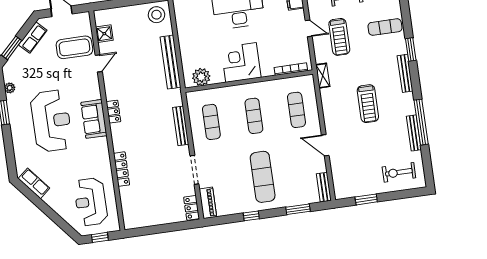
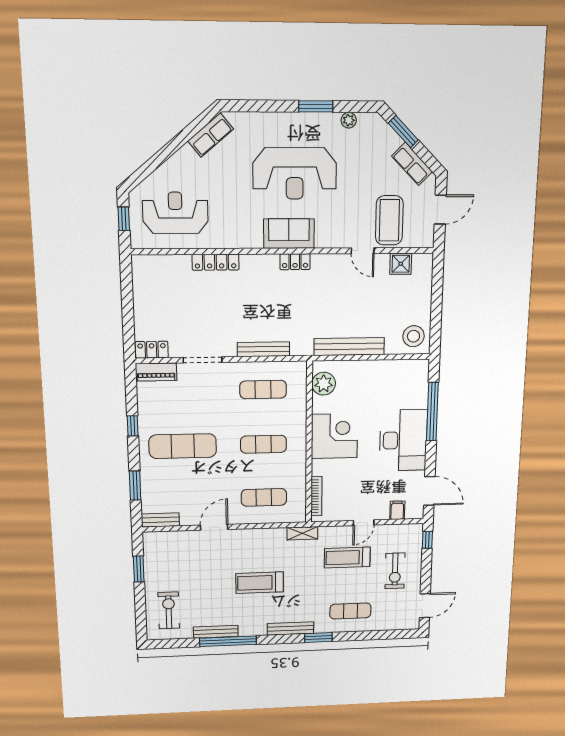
exercise mat: (385, 27) -> (350, 611), turned 90

